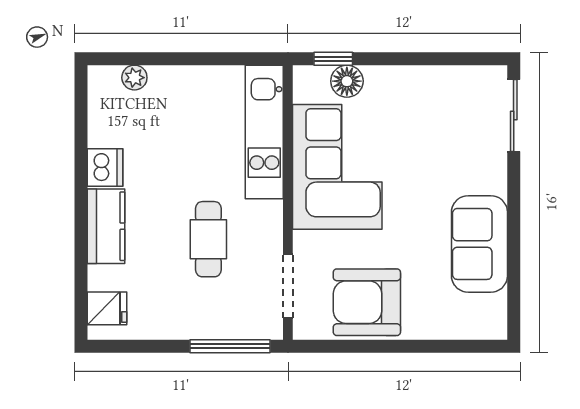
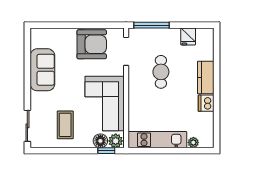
plant: (312, 81) -> (116, 141), added
coffee table: (427, 118) -> (65, 125), added
kitchen unit: (264, 132) -> (157, 140), moved, turned -90
fridge: (107, 308) -> (188, 36), moved, turned -90

